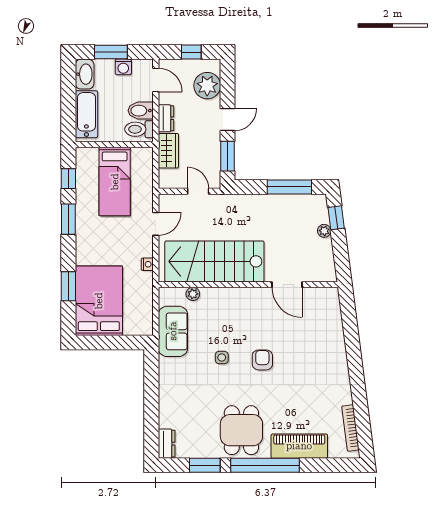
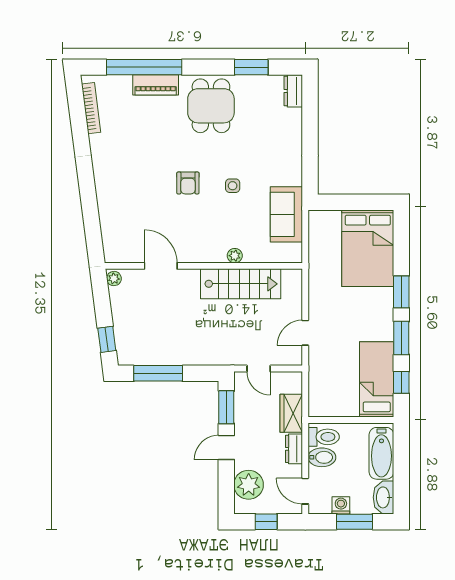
bed: (115, 182) -> (377, 379), moved
plant: (324, 231) -> (114, 279), moved
stairs: (214, 261) -> (241, 284), width x0.73, depth x0.66
nightstand: (147, 264) -> (315, 288), removed
window: (68, 286) -> (401, 292), moved
plant: (193, 294) -> (235, 256), moved
piano: (299, 446) -> (156, 85), width x0.73, depth x0.75
window: (265, 465) -> (144, 67), moved

